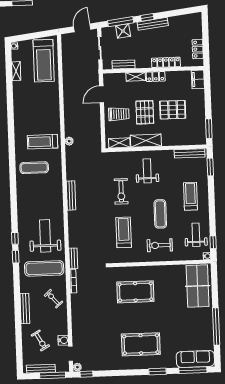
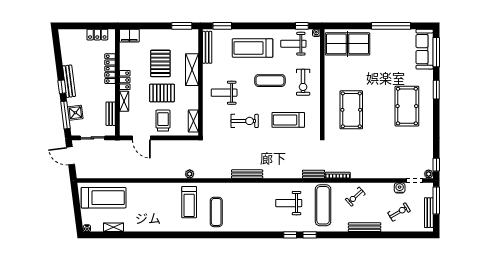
shelving: (146, 141) -> (192, 70), moved
treadmill: (190, 196) -> (253, 48), width x1.37, depth x1.38
weight bench: (45, 236) -> (289, 203), width x0.73, depth x0.75

